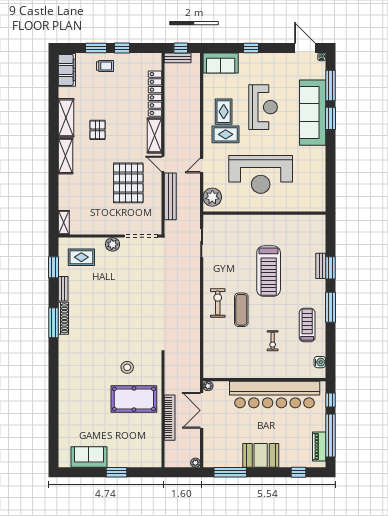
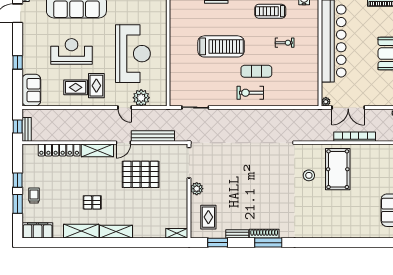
plant: (212, 197) -> (141, 98), moved

